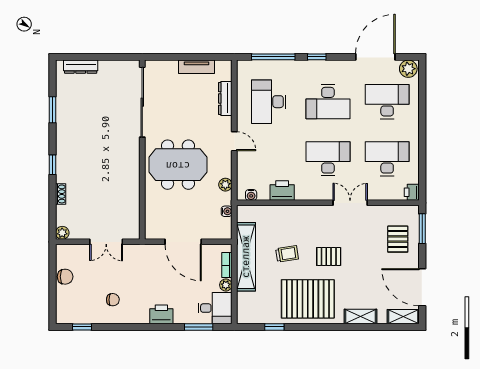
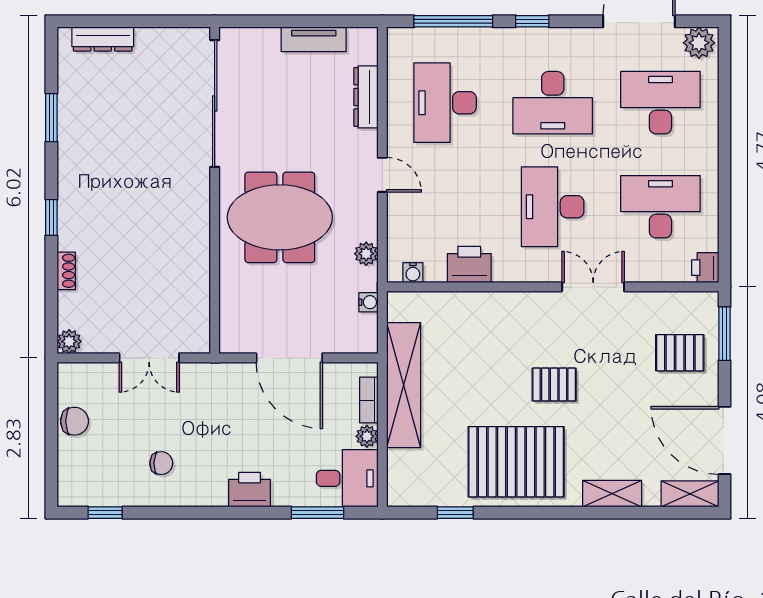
desk: (328, 159) -> (553, 207), turned -90
pallet: (398, 239) -> (680, 353), turned 90
trolley: (287, 254) -> (478, 380), removed

